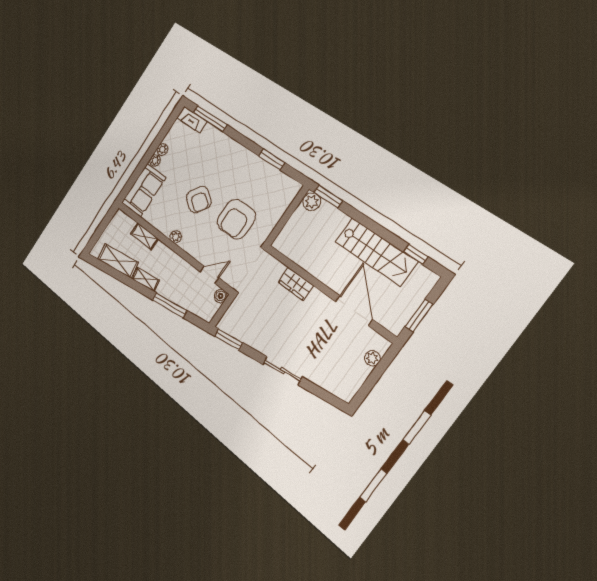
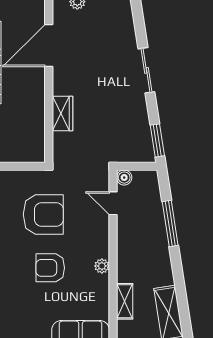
armchair: (199, 200) -> (50, 268), turned -125
shelving: (146, 279) -> (165, 268), removed

